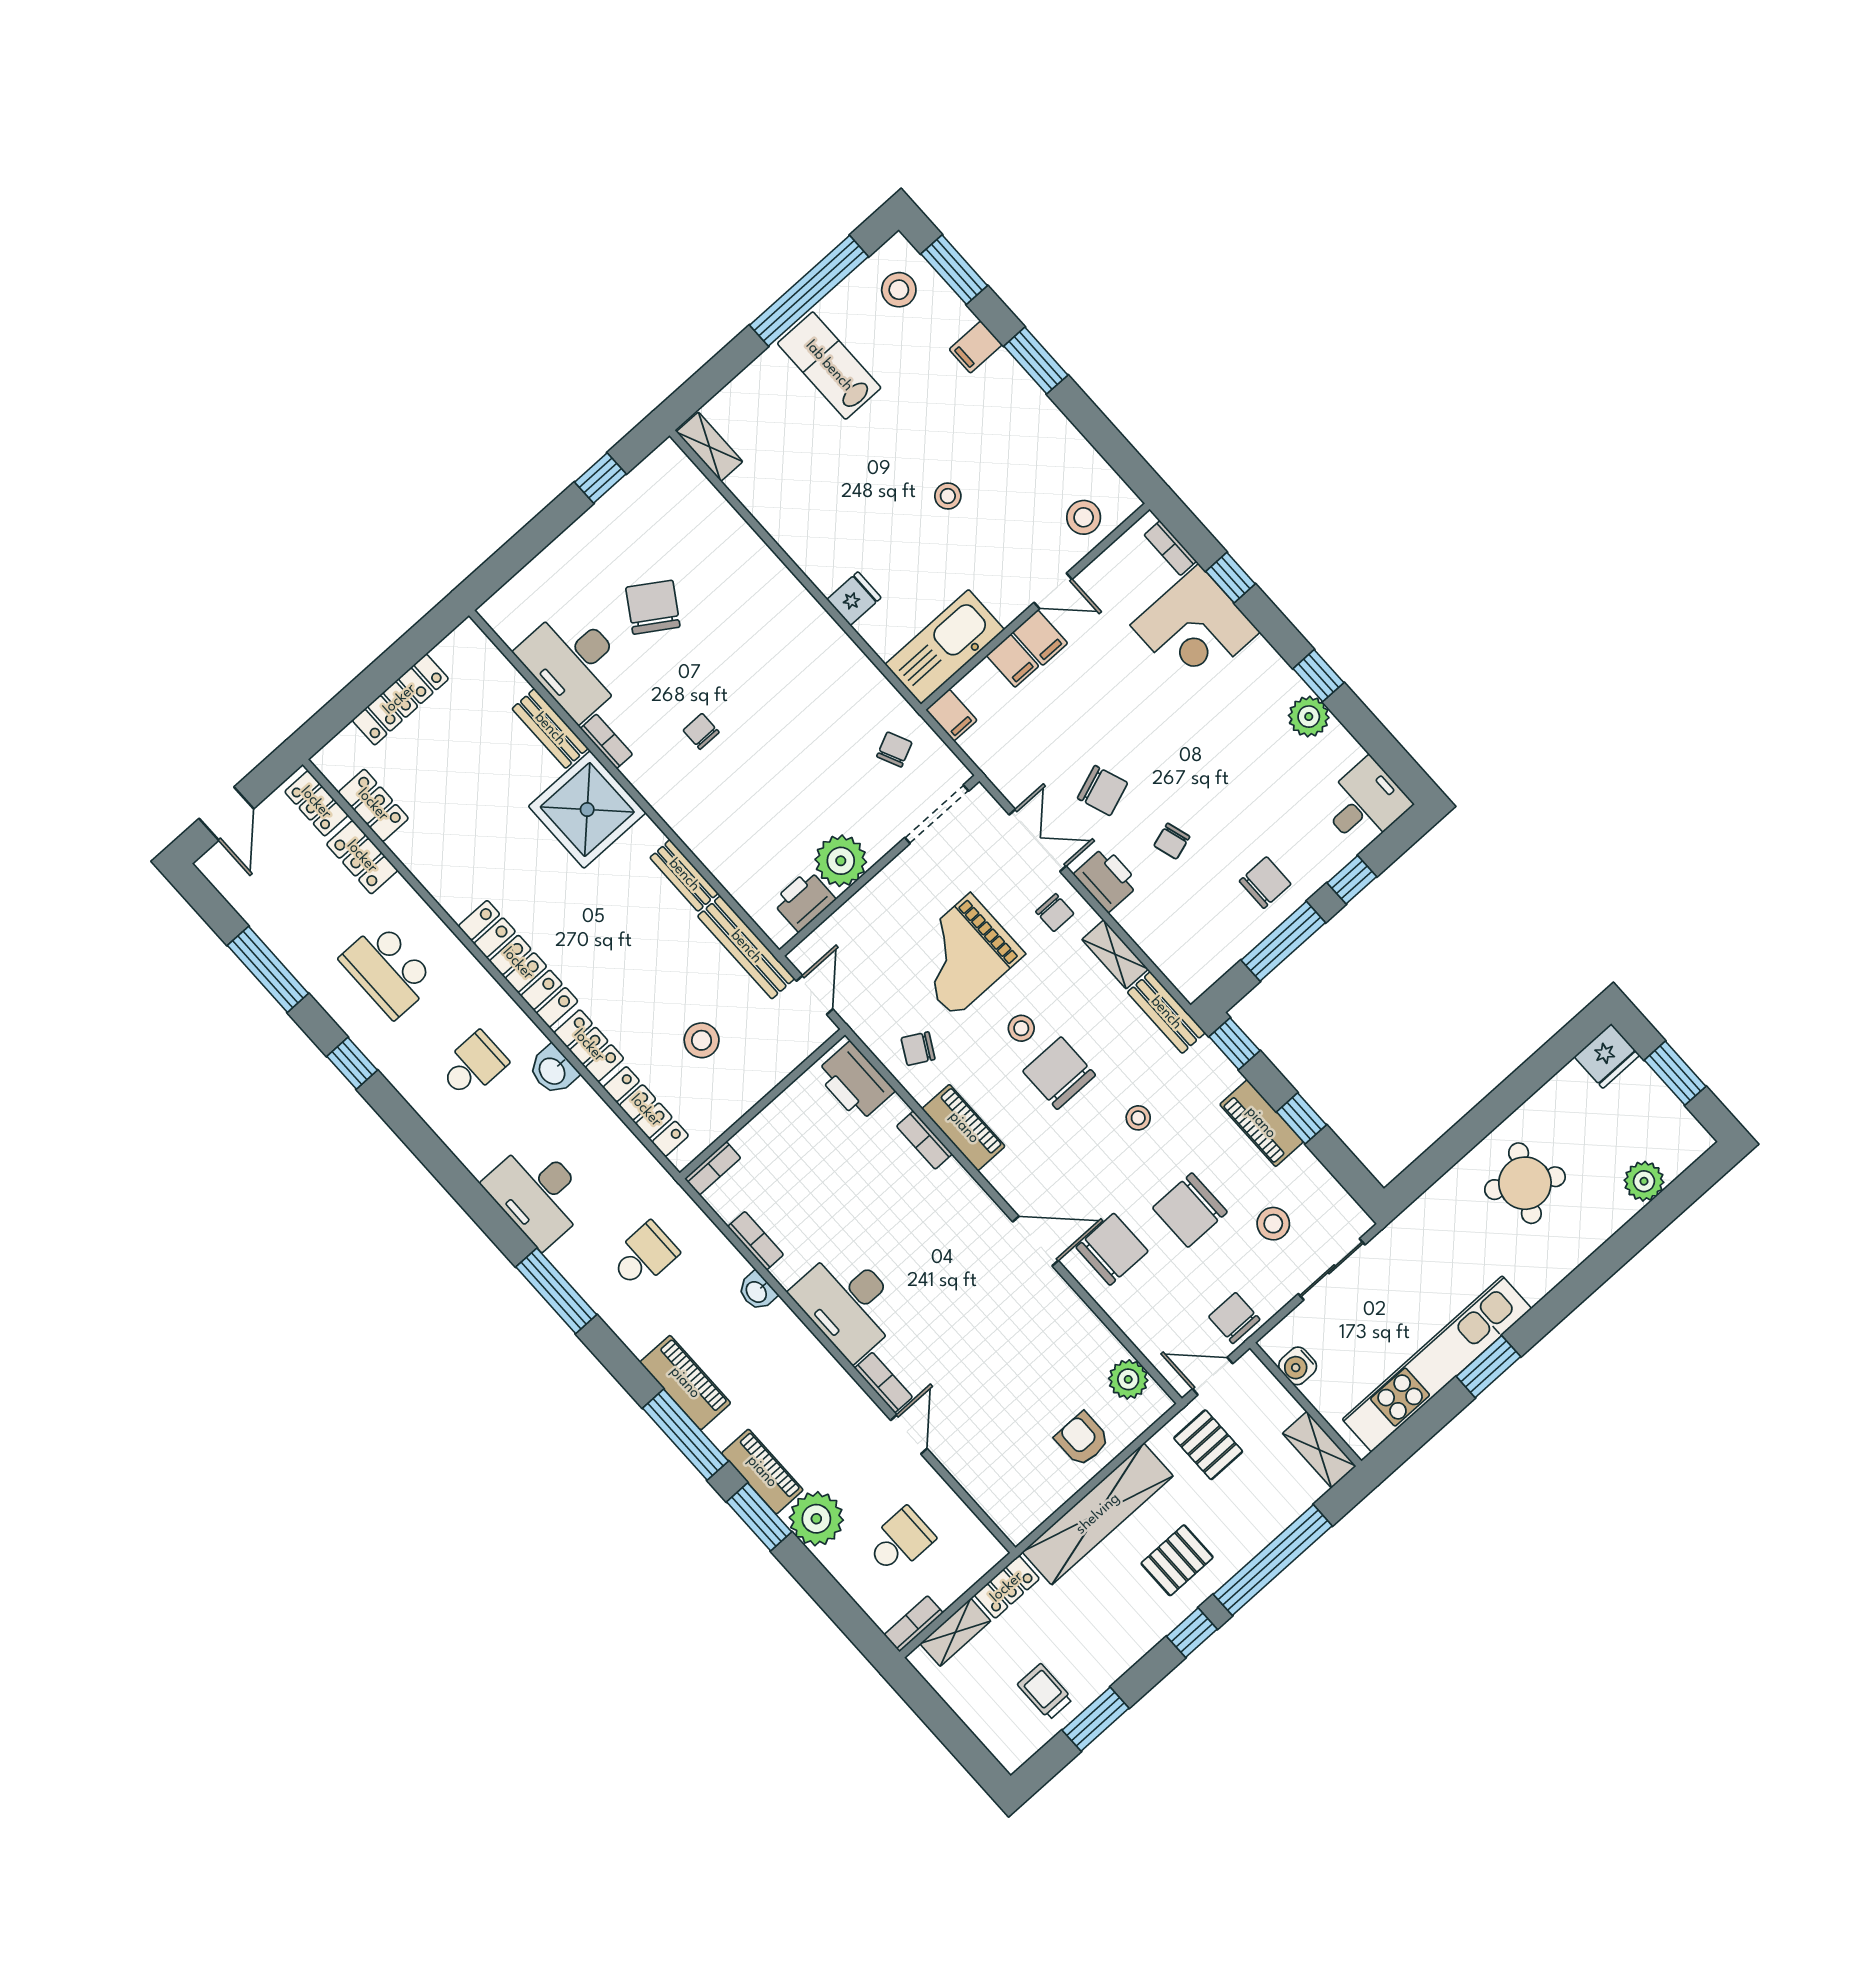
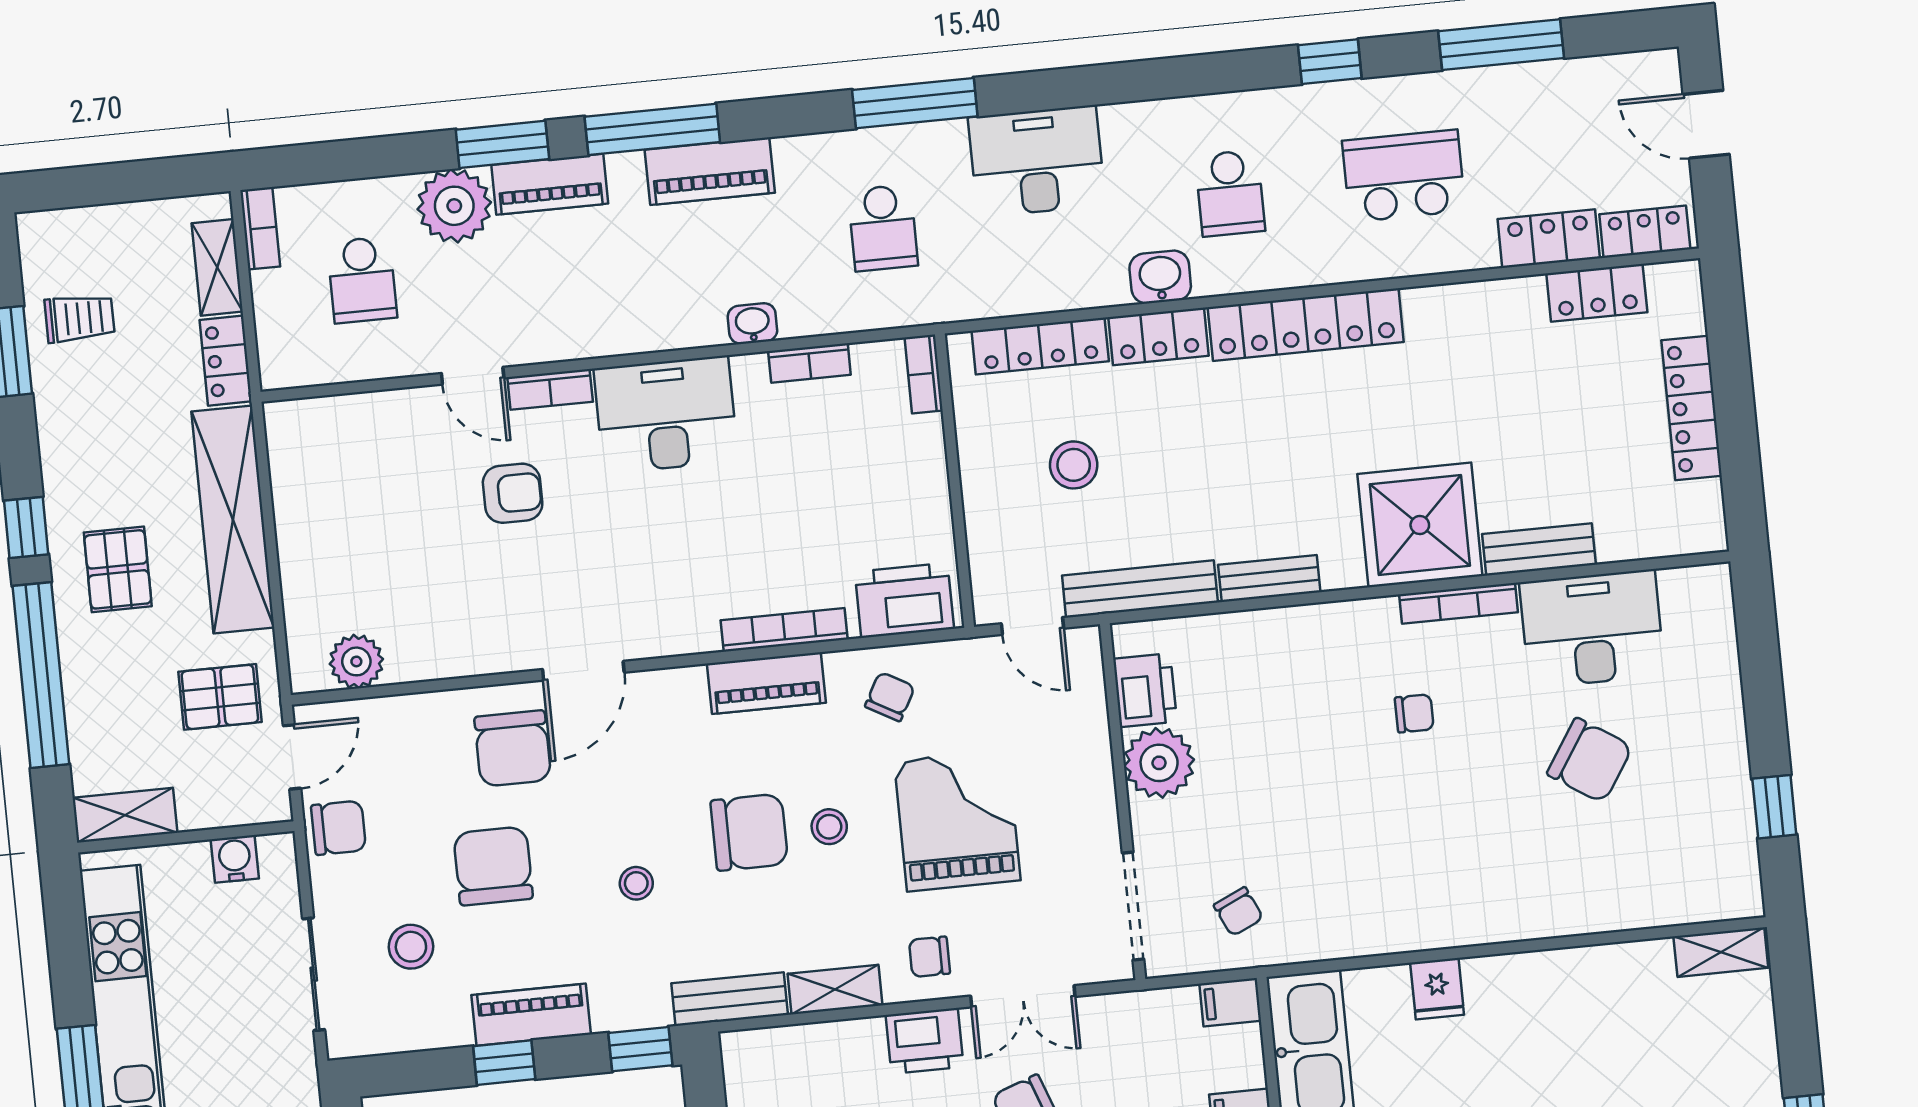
bookcase: (606, 741) -> (1459, 603), width x1.56
bookcase: (924, 1140) -> (784, 630), width x1.56
armchair: (1082, 1439) -> (513, 493), moved

